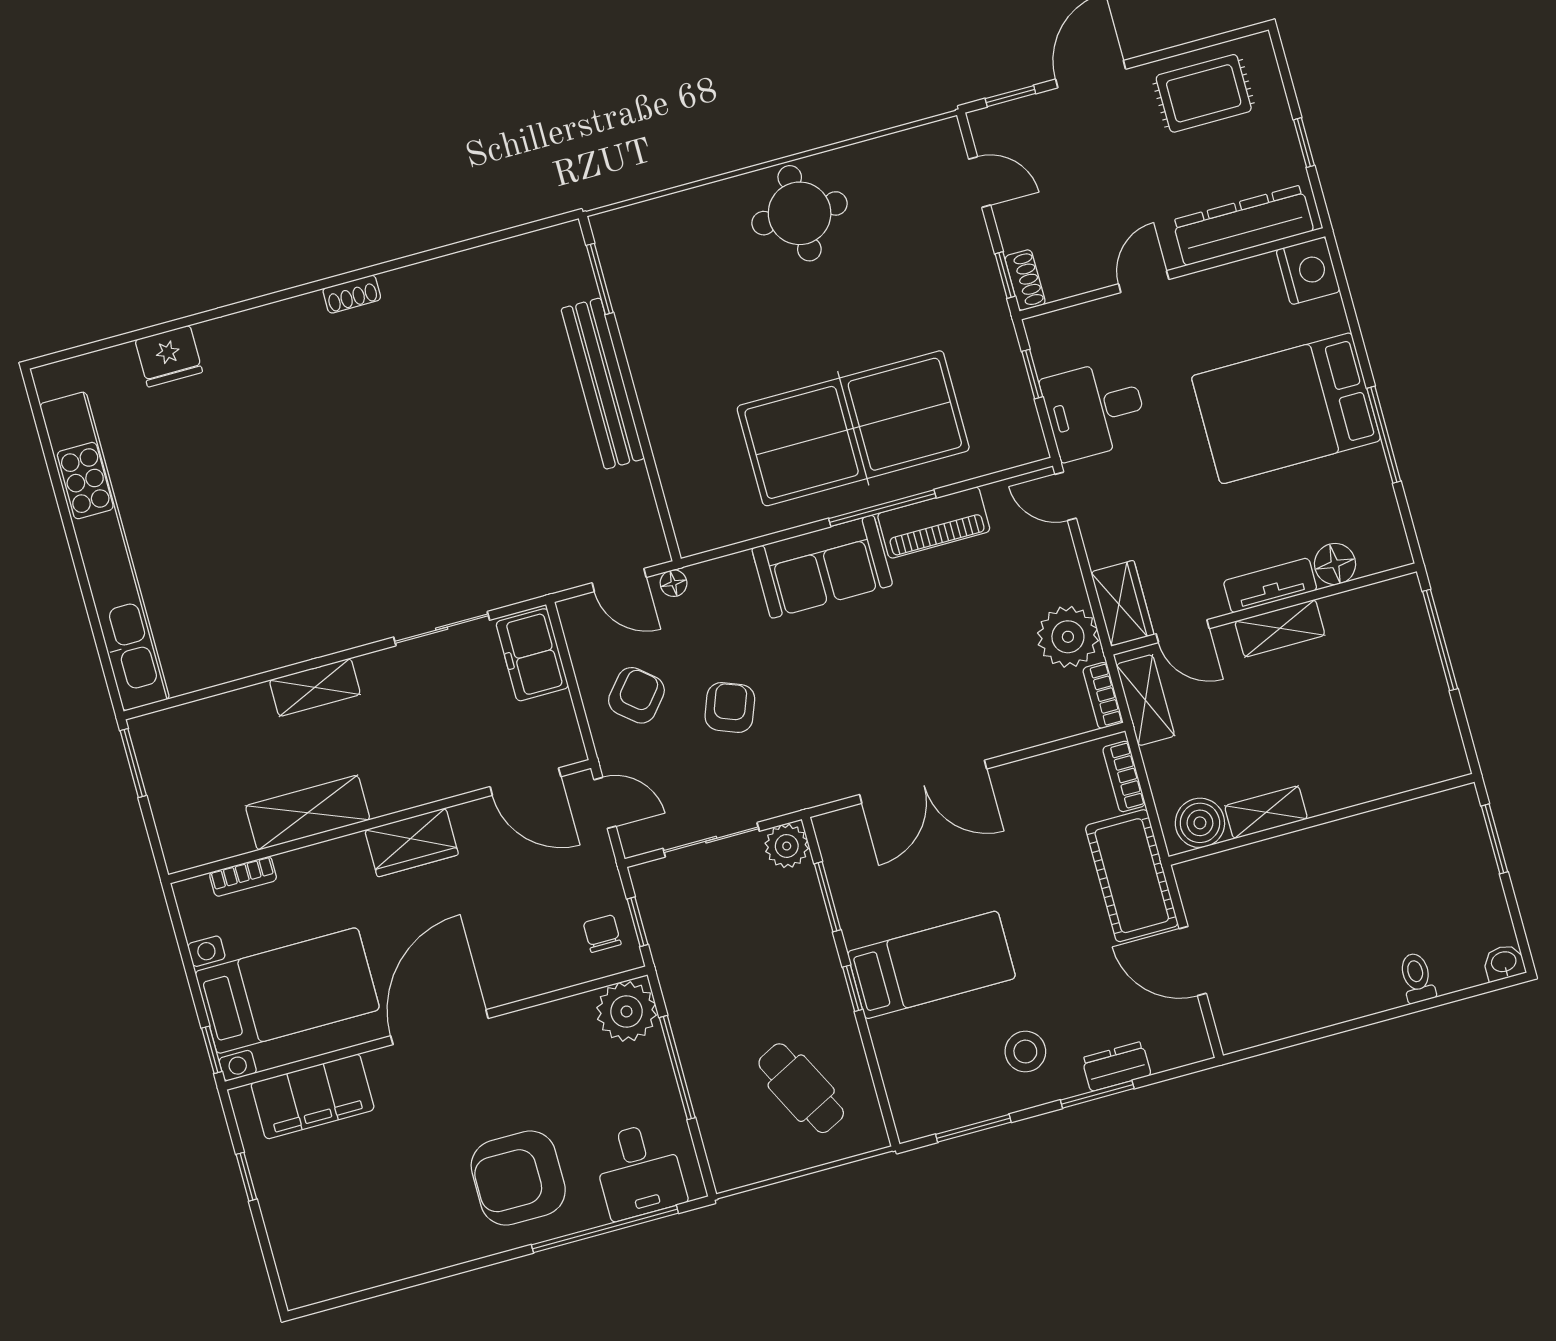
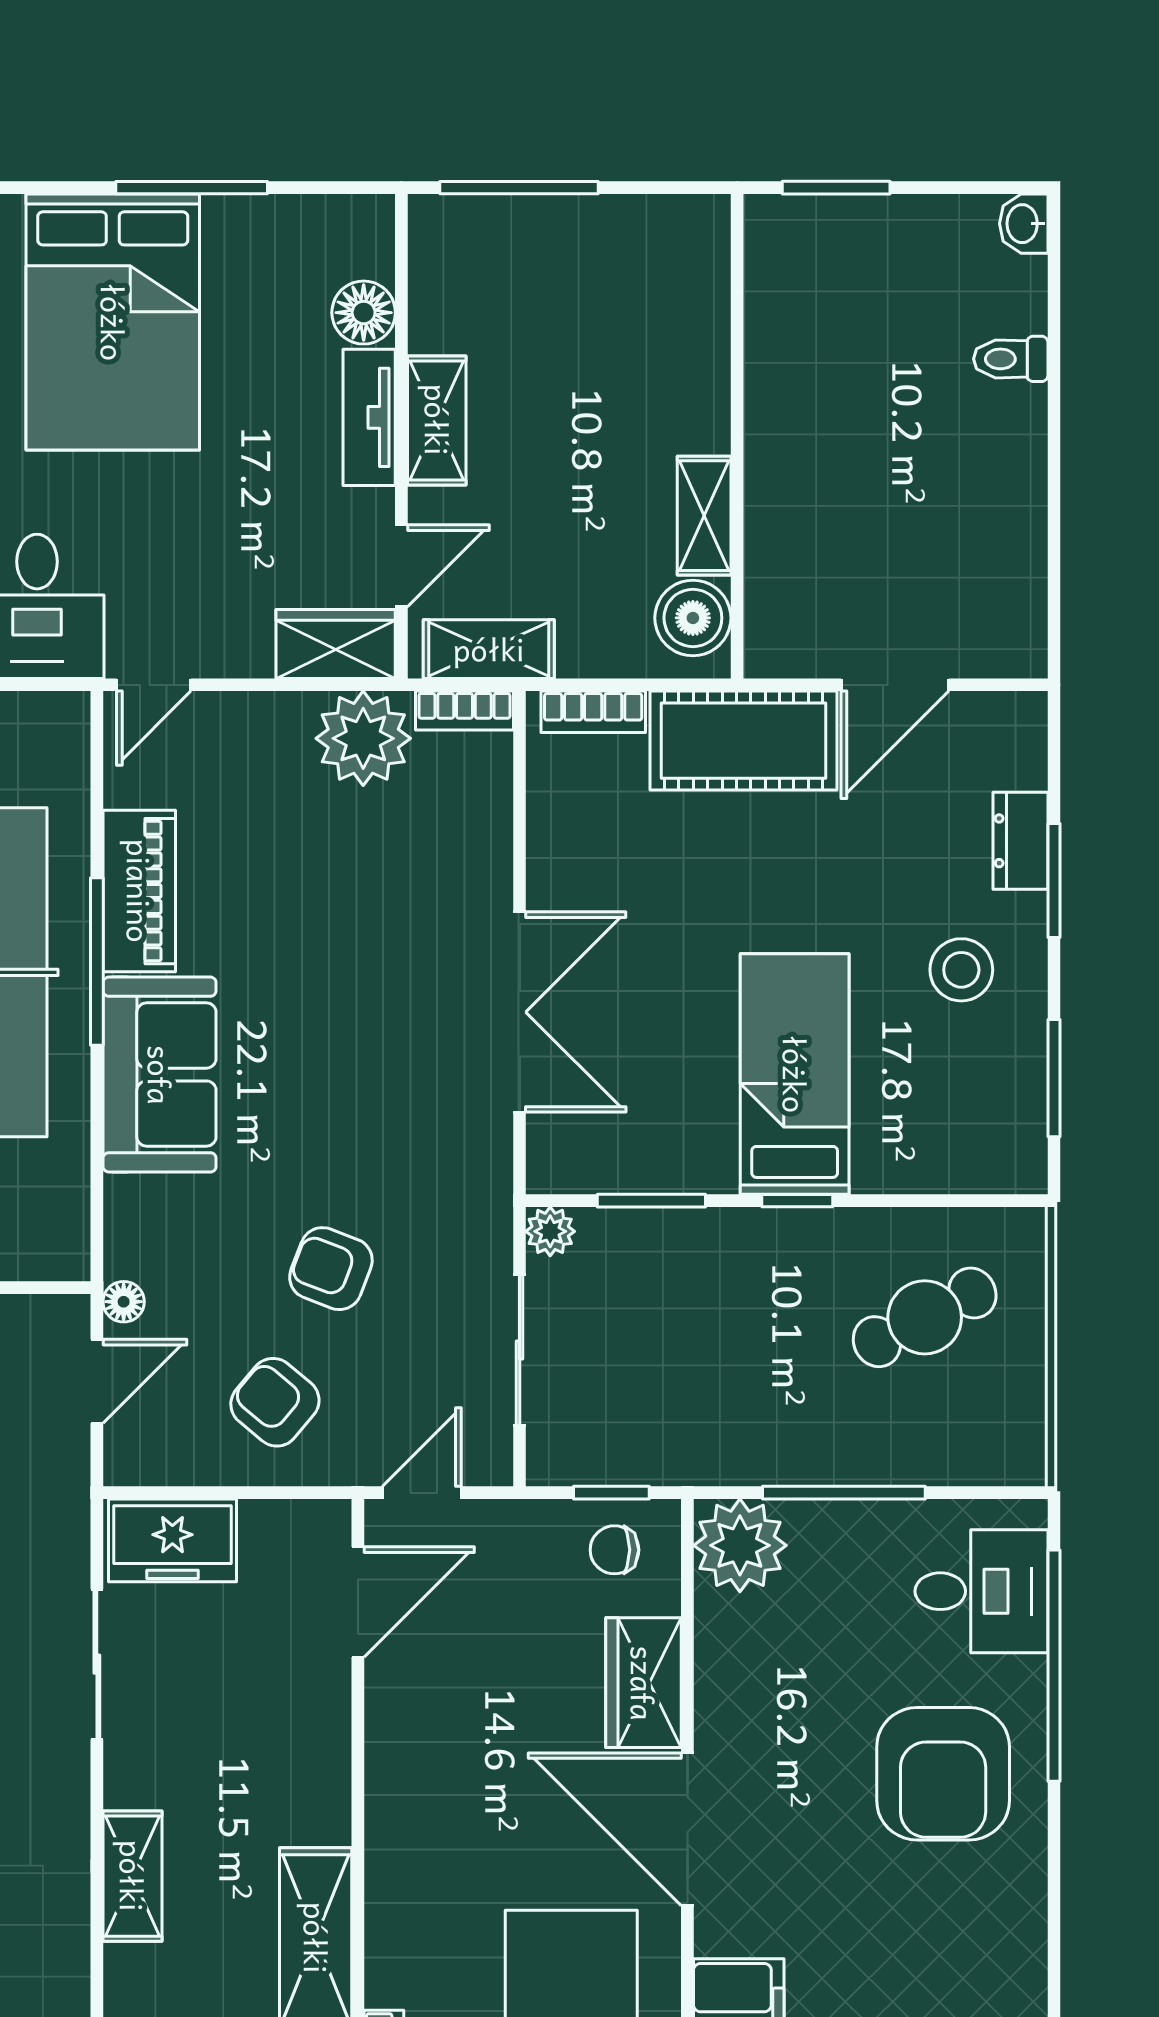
wardrobe: (412, 842) -> (643, 1683), moved, turned 180
plant: (787, 846) -> (550, 1231), width x0.73, depth x0.73

